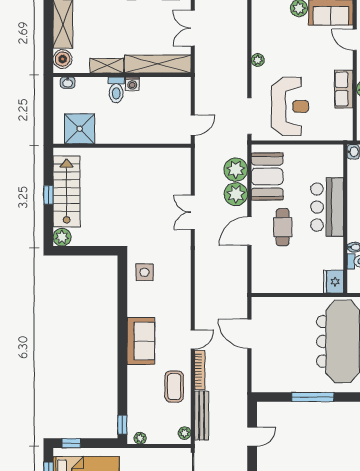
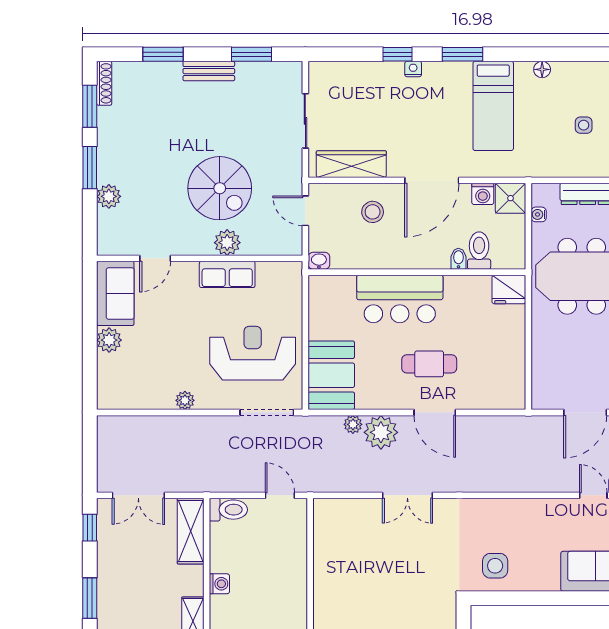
shelving: (158, 64) -> (191, 531), width x0.68
toilet: (116, 90) -> (228, 510), moved
plant: (236, 170) -> (353, 424), width x0.53, depth x0.53
booth: (267, 177) -> (331, 375), moved, turned 90

